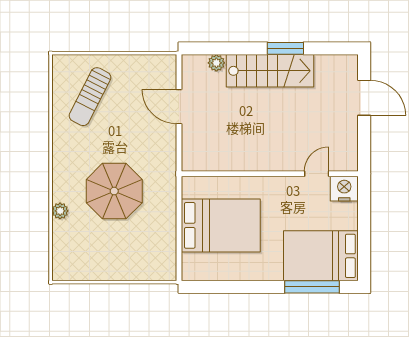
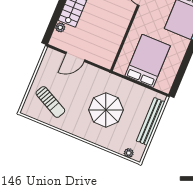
plant: (60, 211) -> (129, 153), moved
bench: (126, 271) -> (151, 121), added

